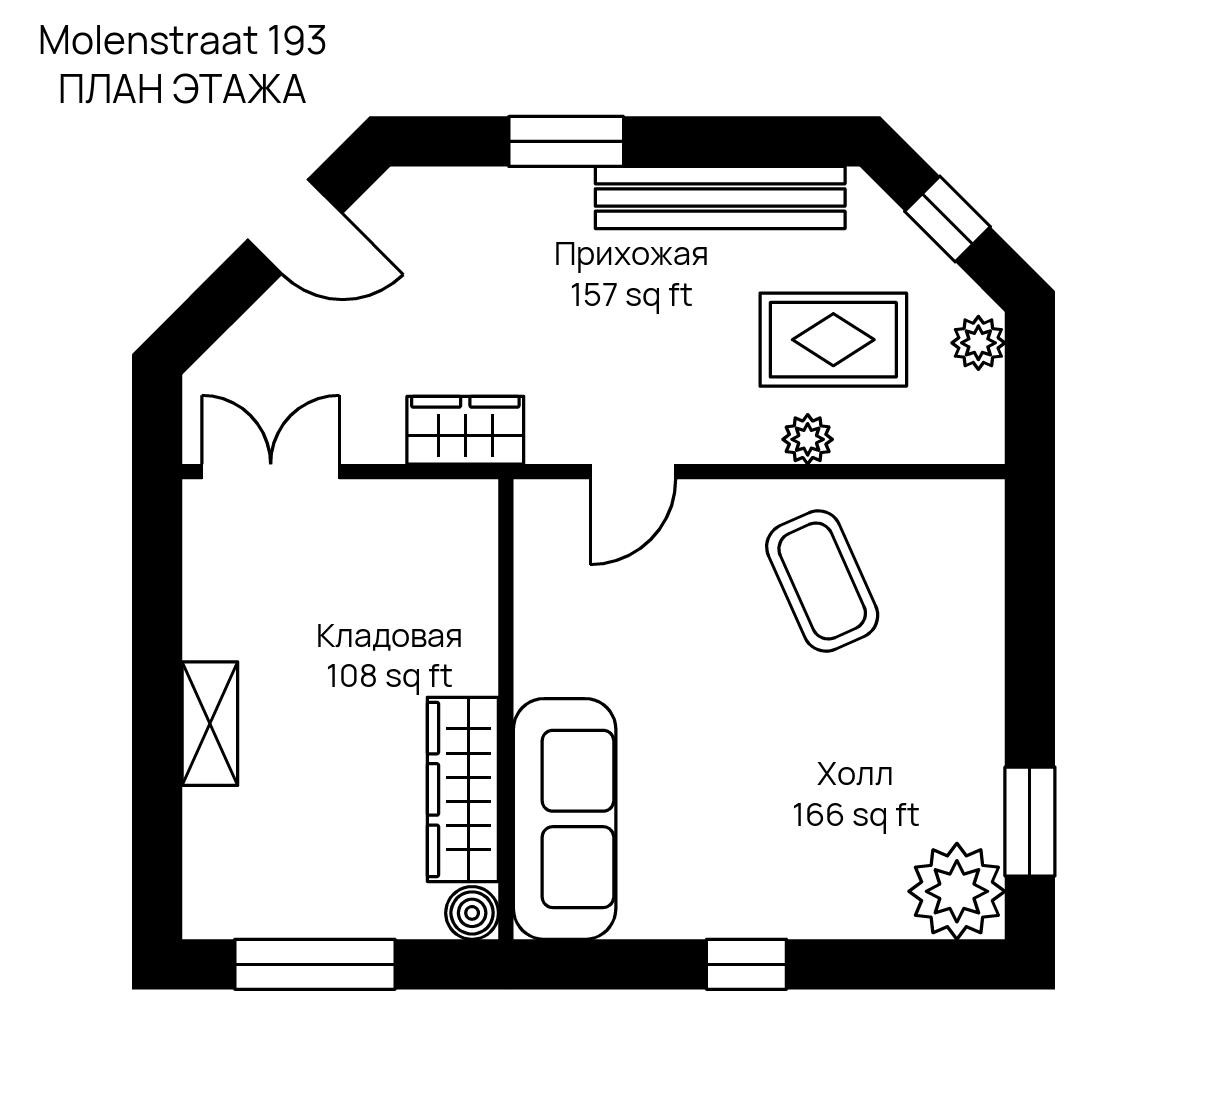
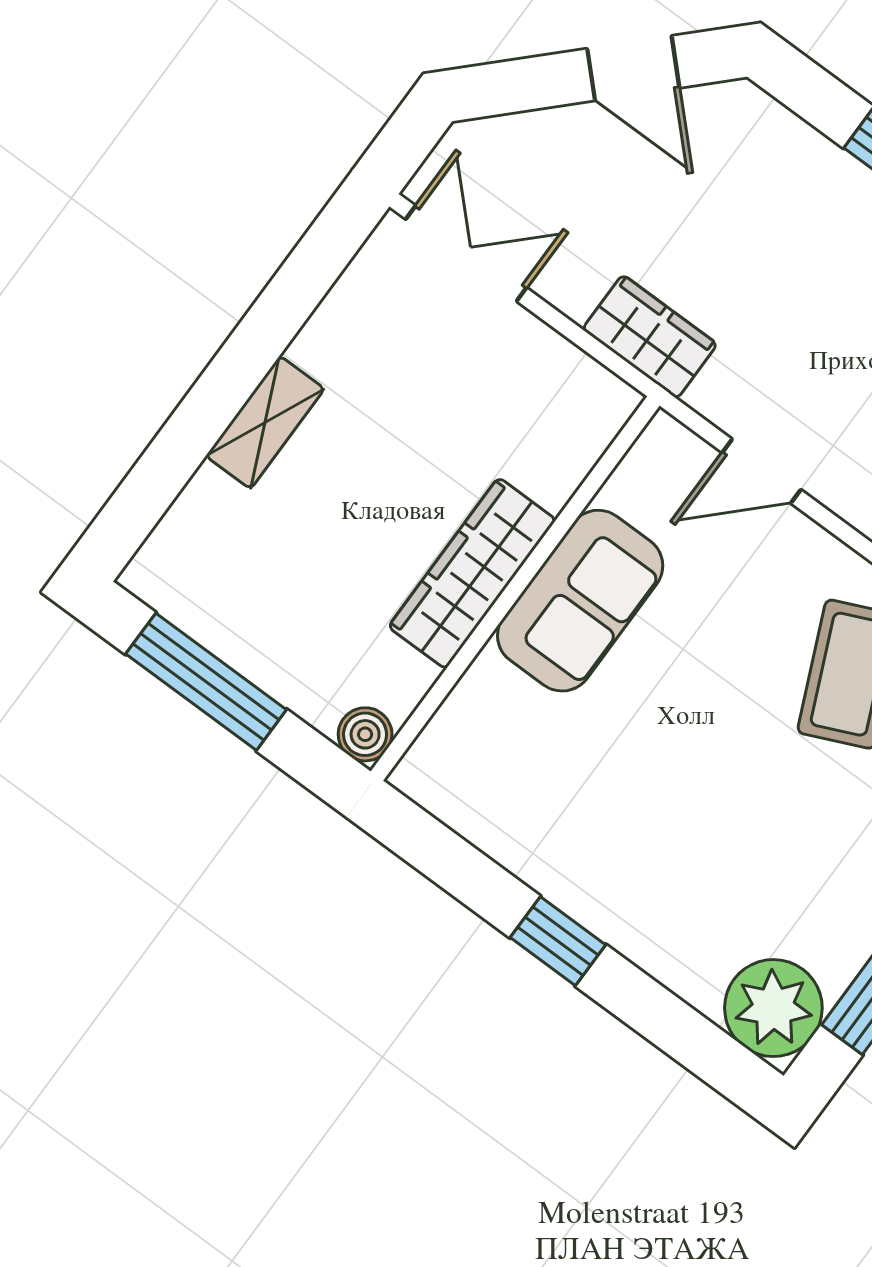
wardrobe: (463, 789) -> (472, 573), moved
sofa: (565, 819) -> (580, 601), moved, width x0.73

